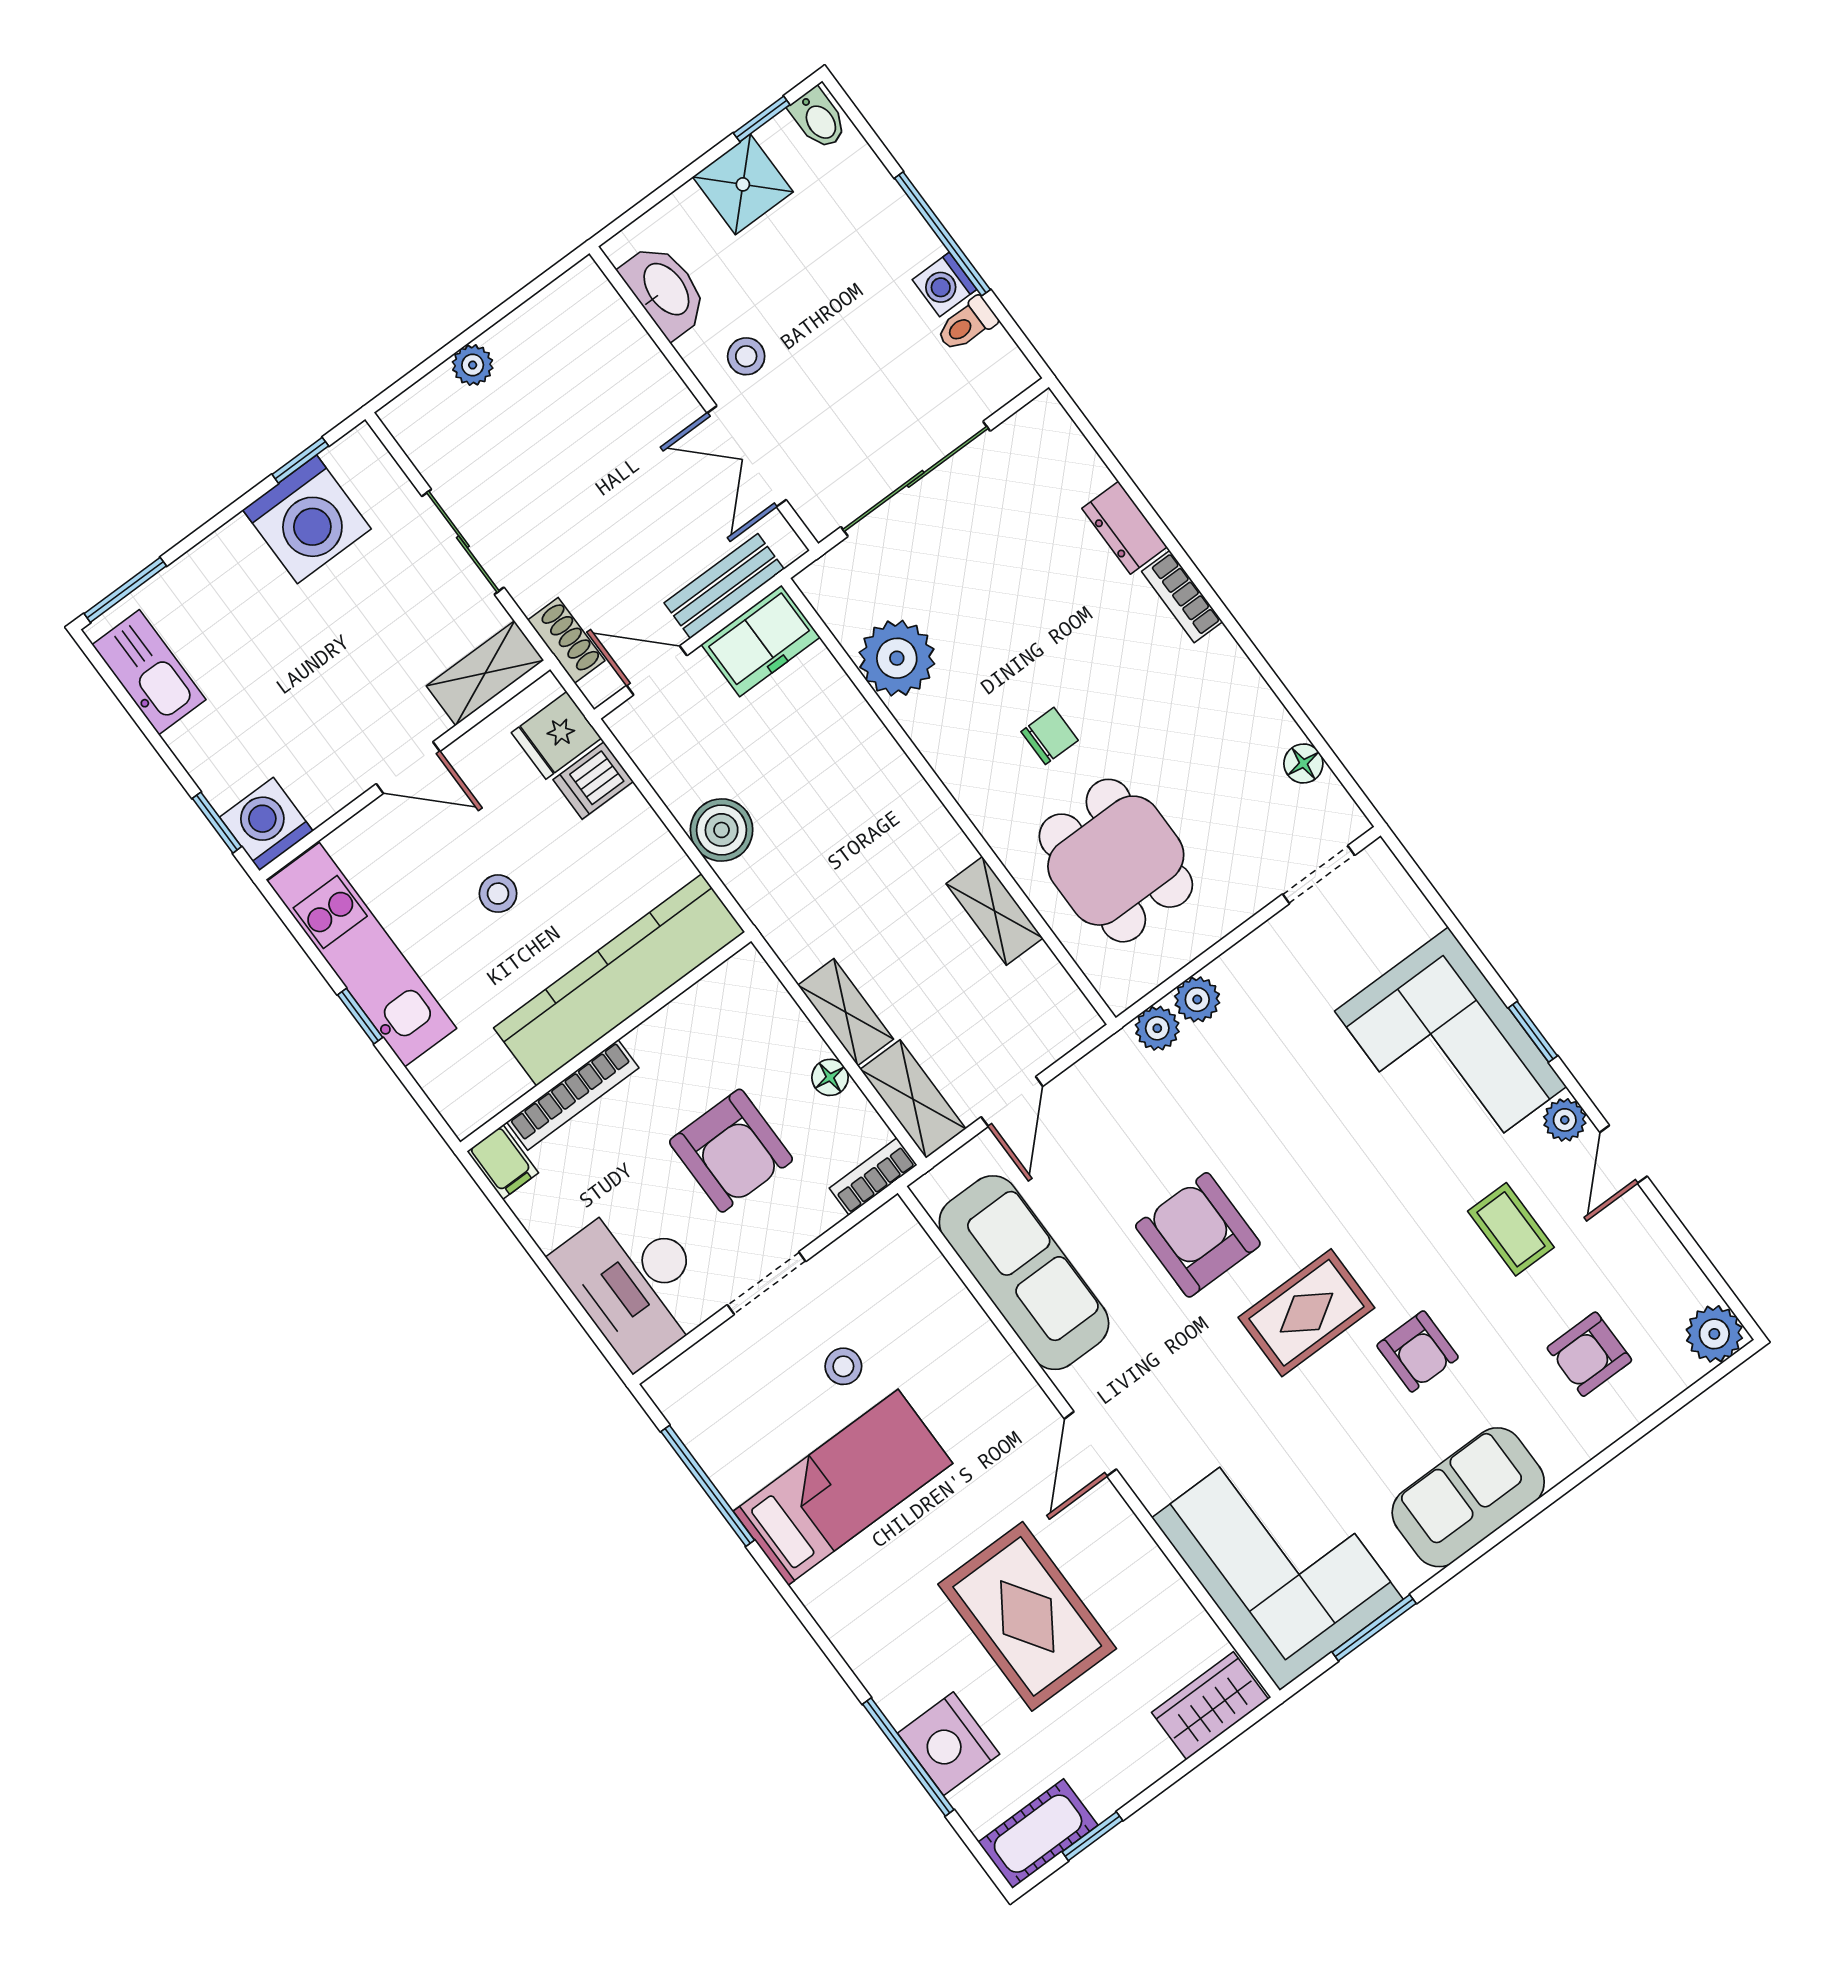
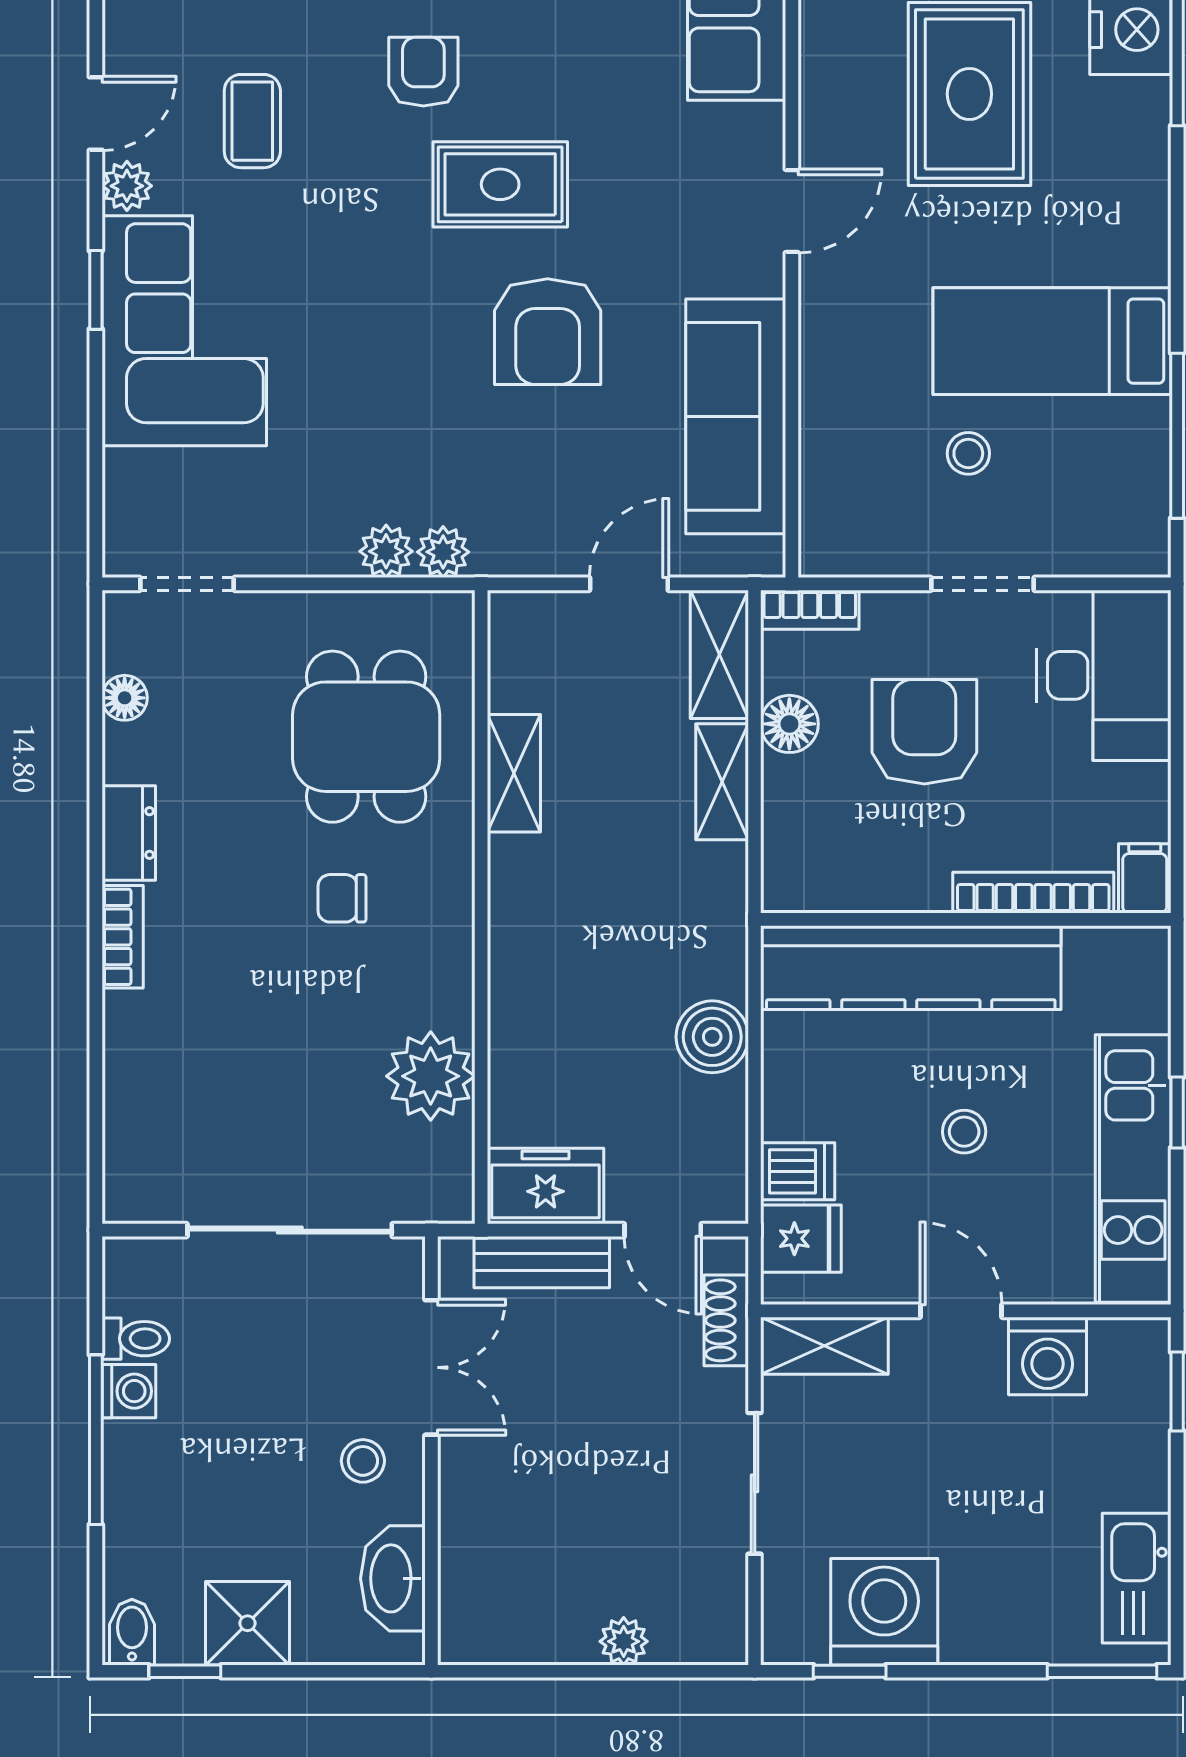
dresser: (1125, 528) -> (129, 833), moved
washing machine: (266, 824) -> (1047, 1356), moved
floor lamp: (830, 1077) -> (789, 724), width x1.37, depth x1.37

